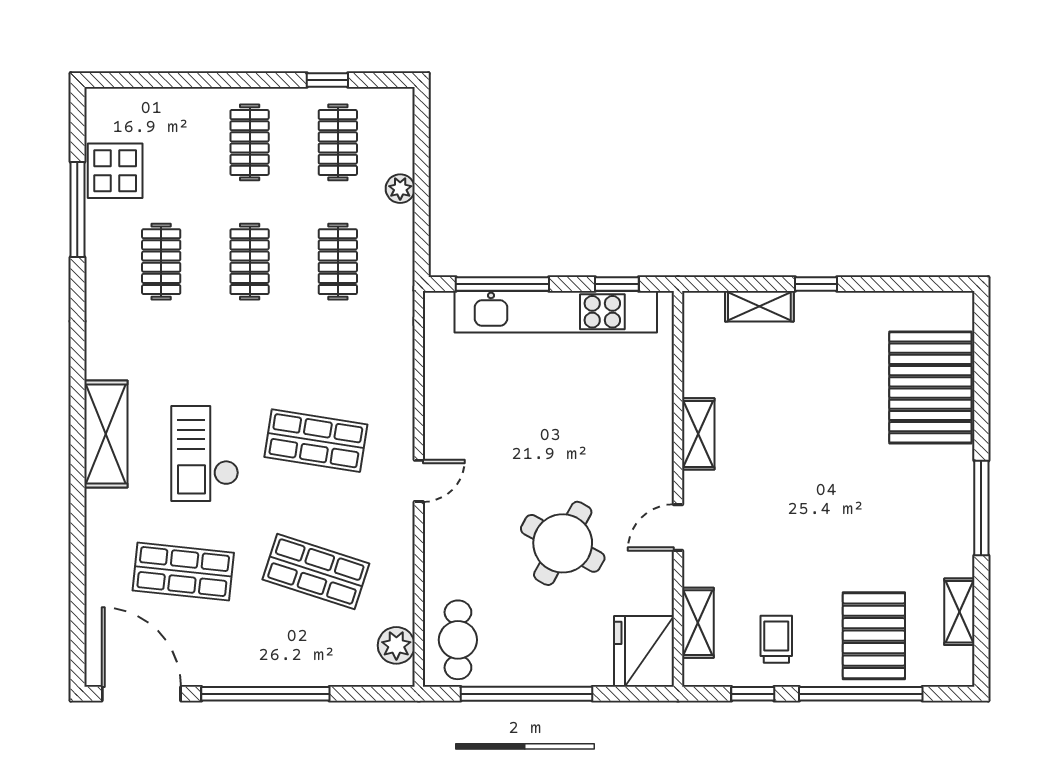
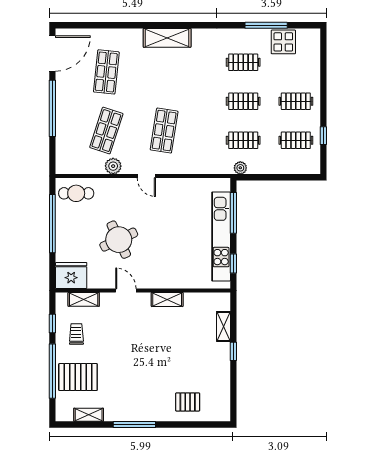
plant: (400, 189) -> (240, 168), moved
pallet: (930, 387) -> (188, 402), width x0.49, depth x0.50
checkout: (205, 454) -> (158, 81), removed
round table: (563, 543) -> (119, 240), turned 36
trolley: (776, 639) -> (76, 334), turned -90
plant: (396, 645) -> (113, 166), moved

